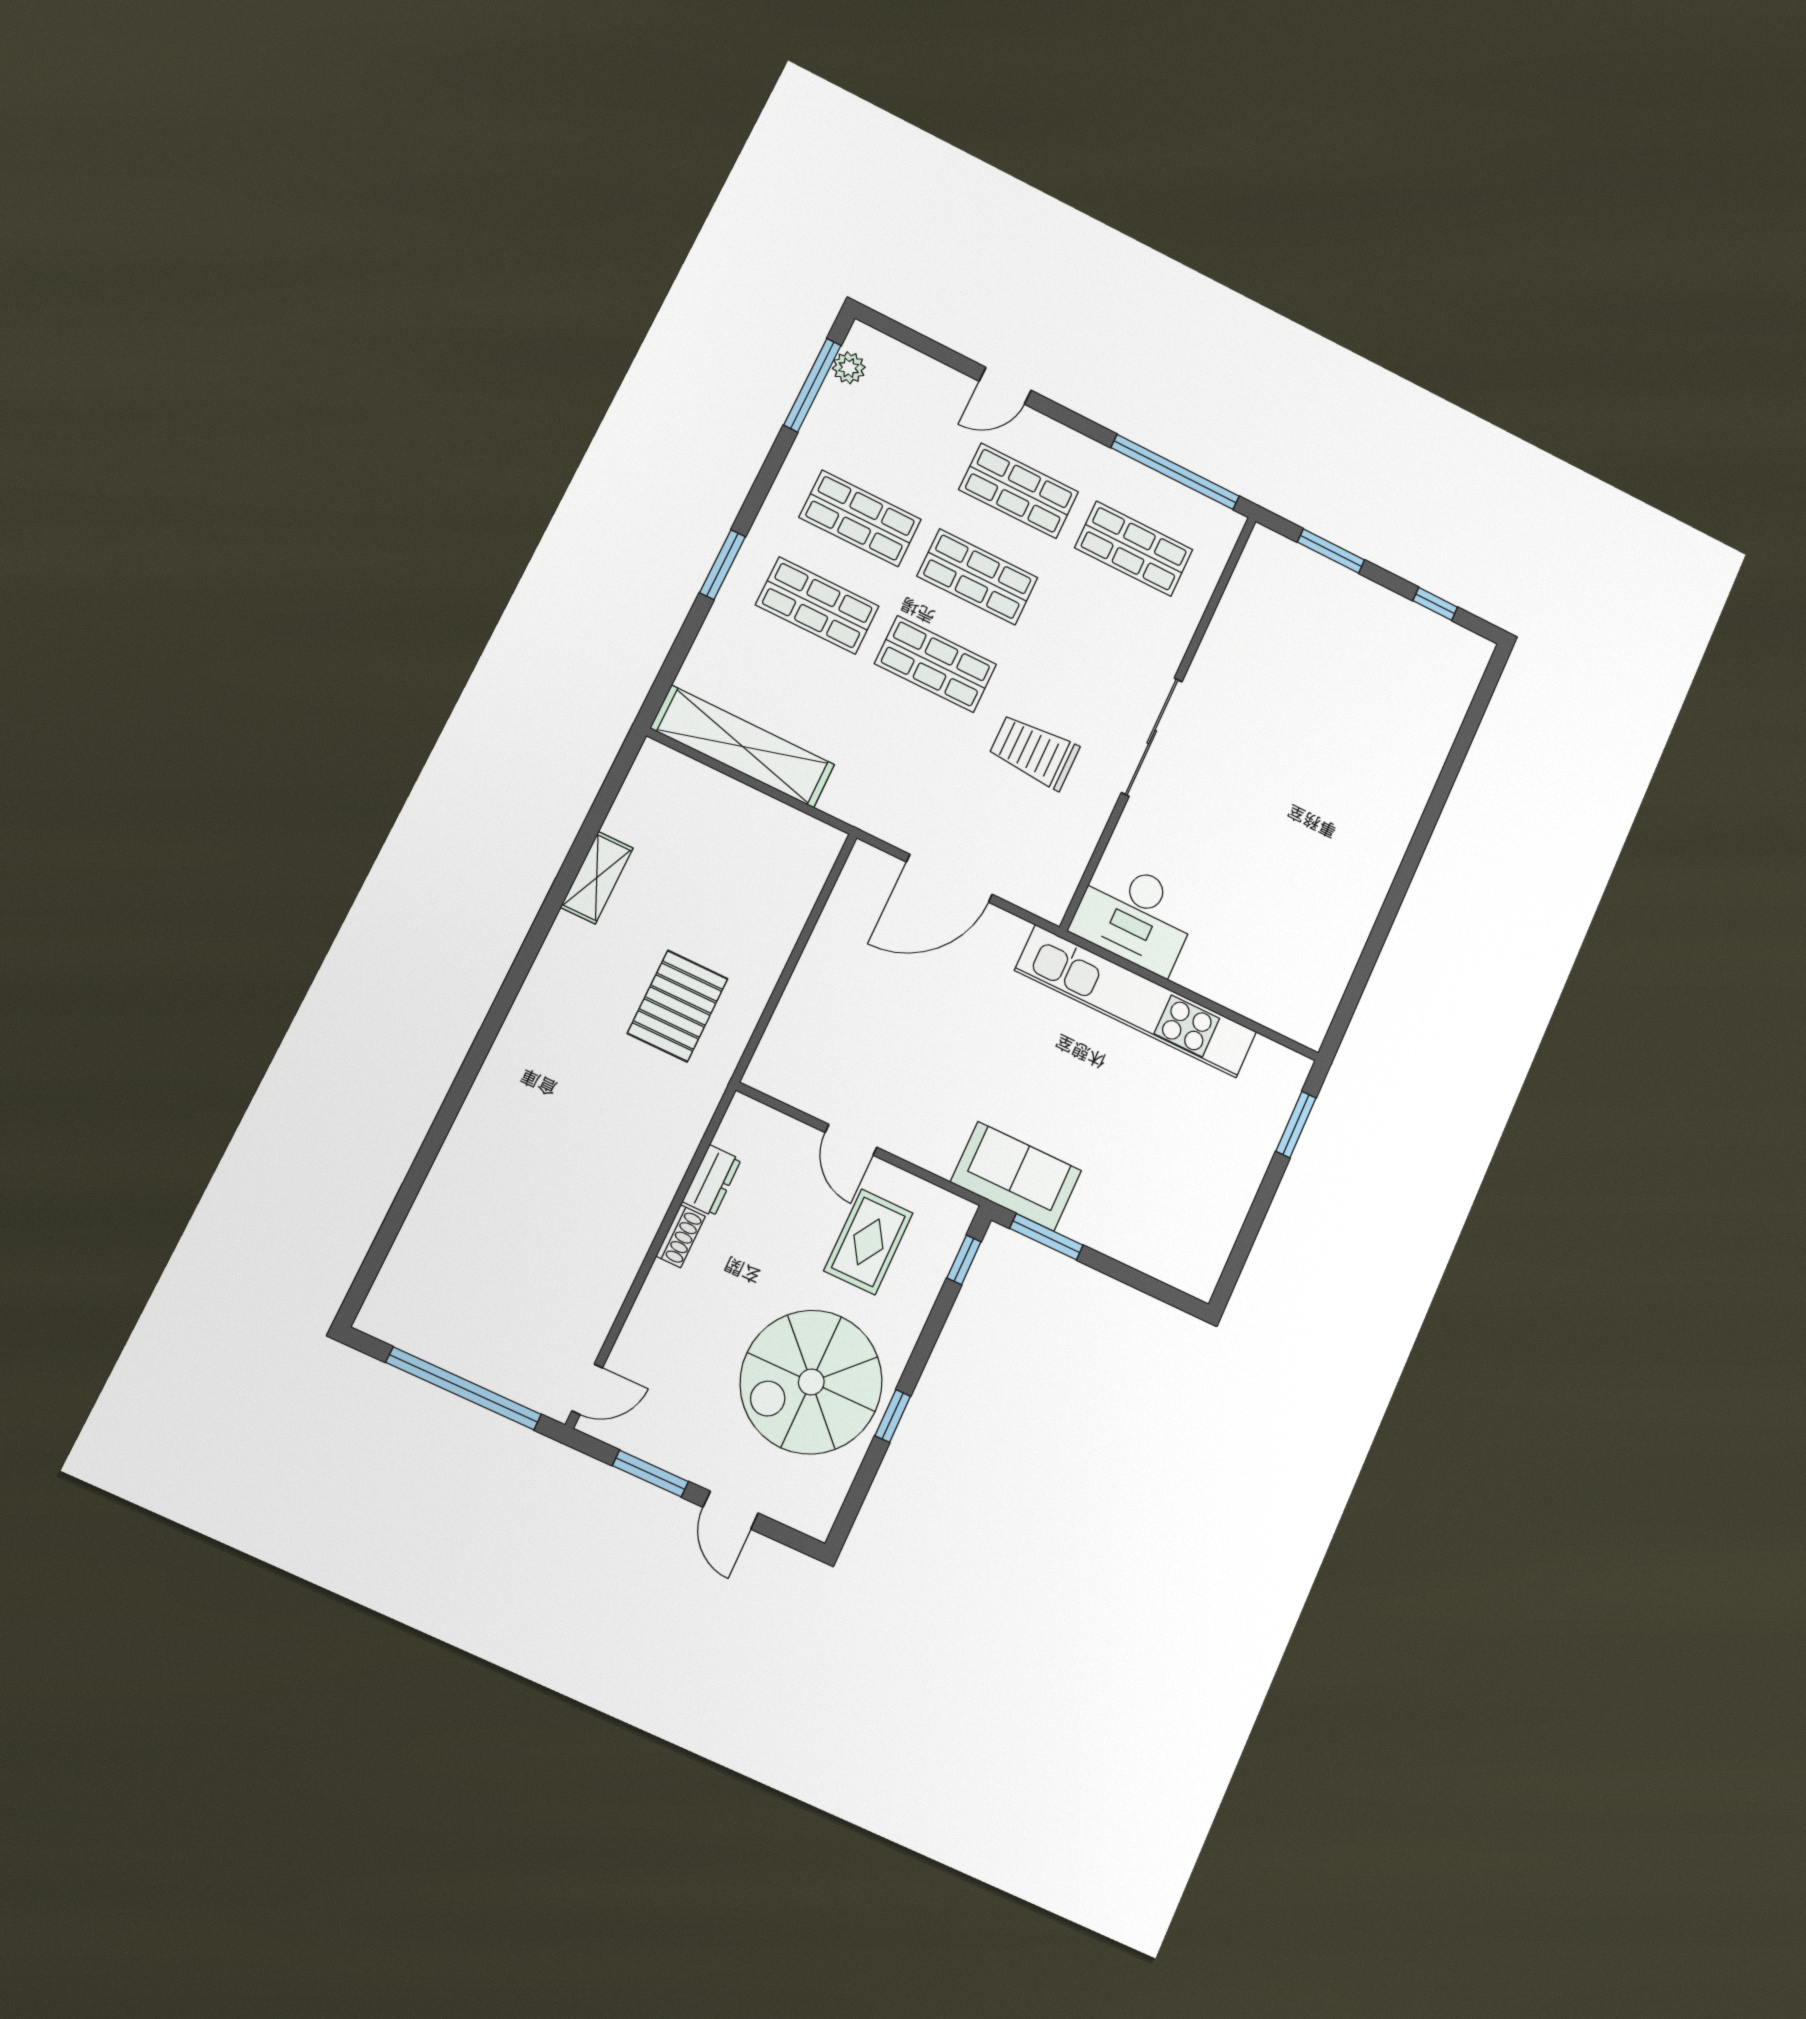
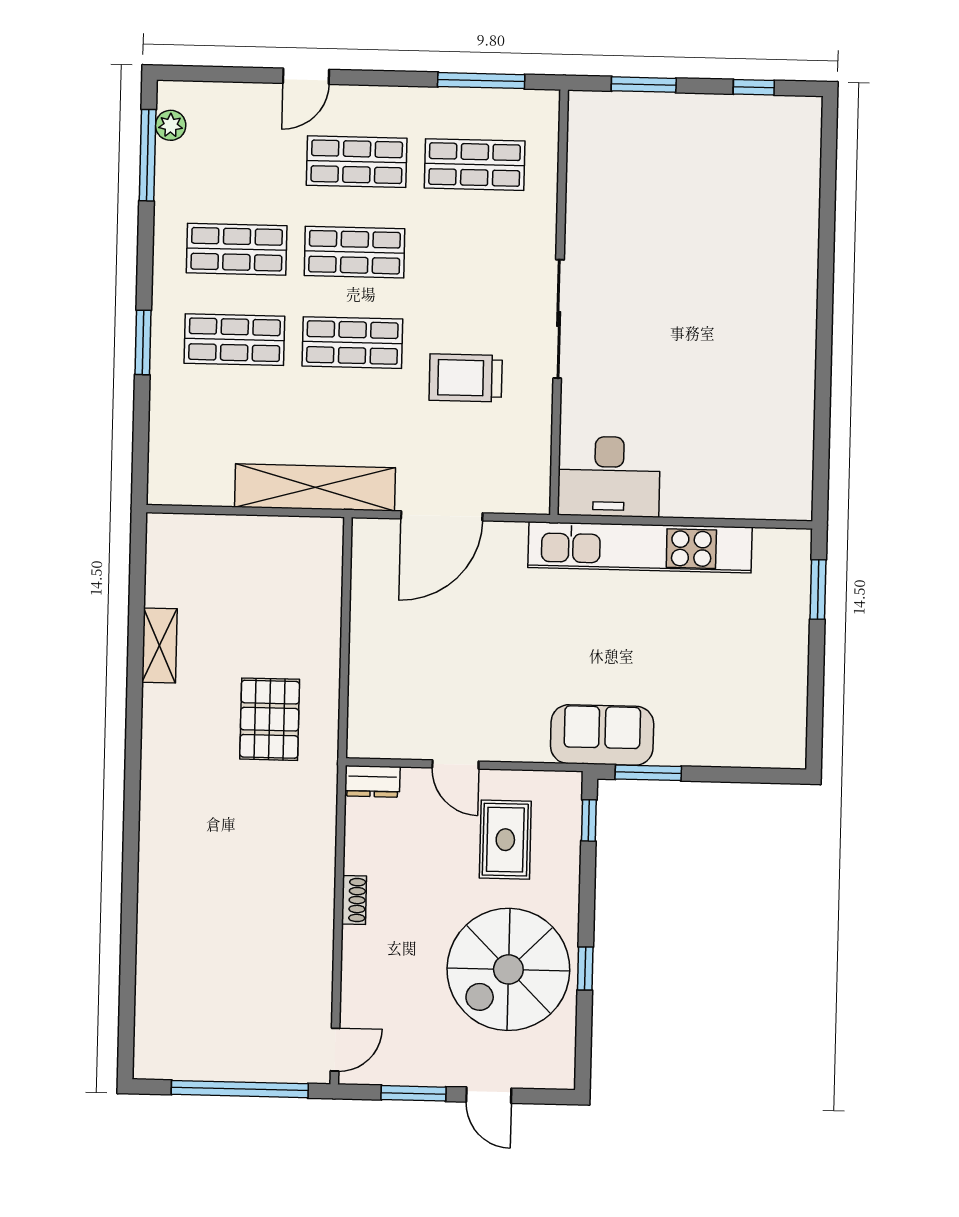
window: (1175, 472) -> (481, 81), width x0.68
shelving: (743, 746) -> (315, 487), moved
dresser: (712, 1181) -> (372, 781), moved, turned 90

